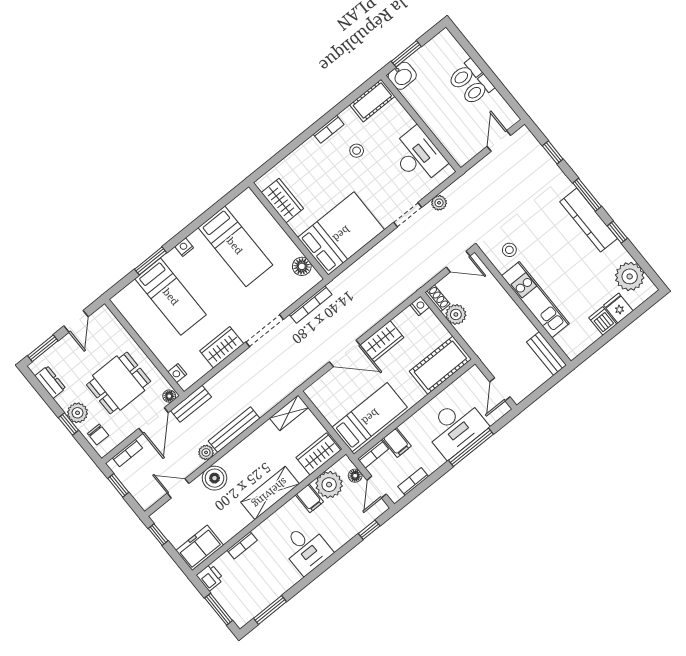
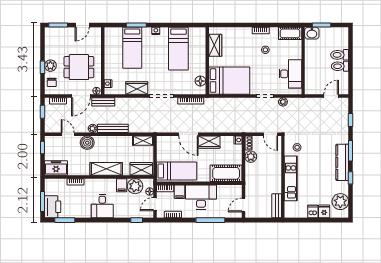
dresser: (50, 382) -> (49, 43), removed
desk: (455, 427) -> (201, 197), moved, turned 180
printer: (210, 577) -> (53, 207), moved, width x1.87, depth x1.48

